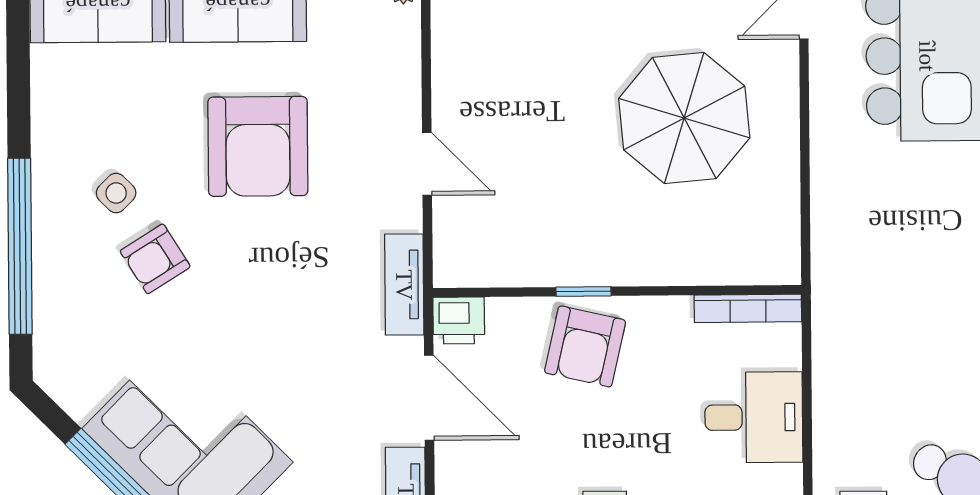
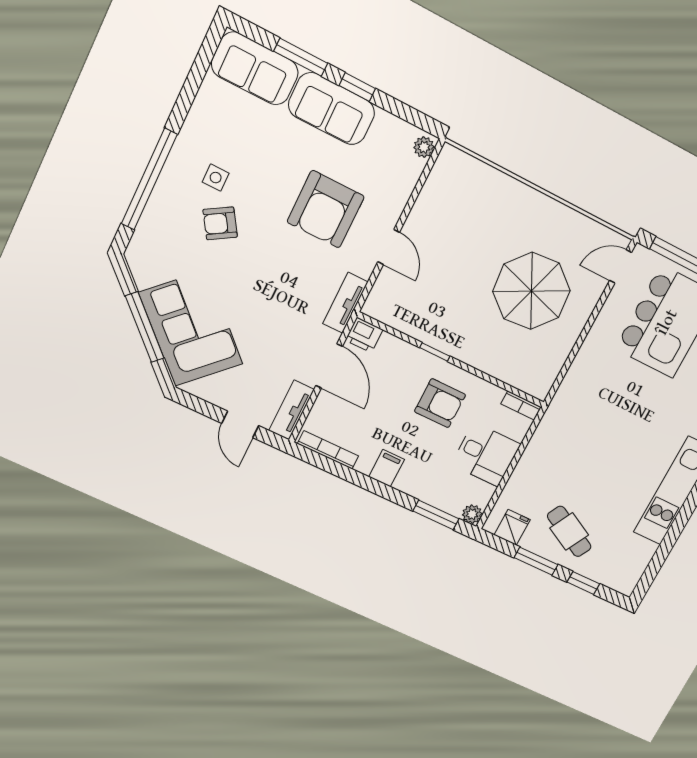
armchair: (258, 146) -> (326, 209), moved
side table: (116, 193) -> (216, 178), turned 45
bookcase: (748, 308) -> (521, 405), width x0.64
armchair: (585, 346) -> (440, 403), moved, turned -103

